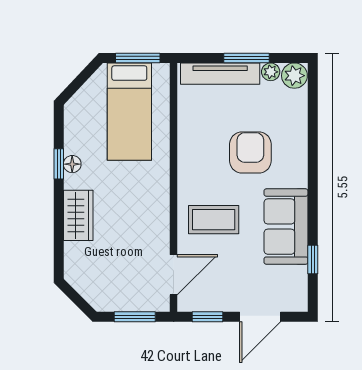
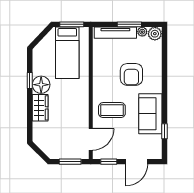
armchair: (250, 152) -> (131, 74), turned 180
floor lamp: (72, 164) -> (41, 85), width x1.89, depth x1.89

